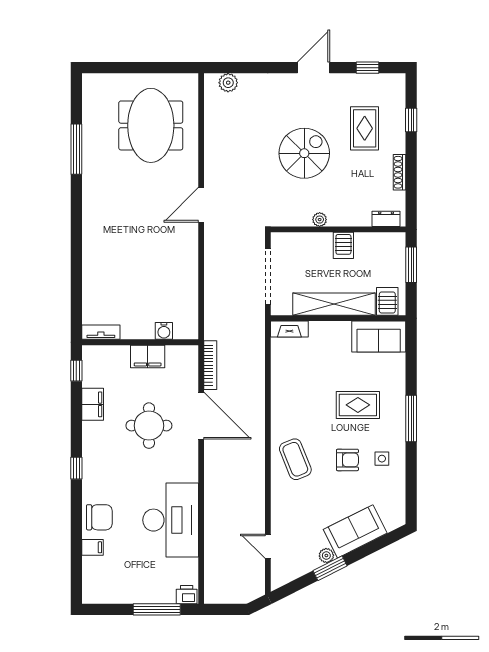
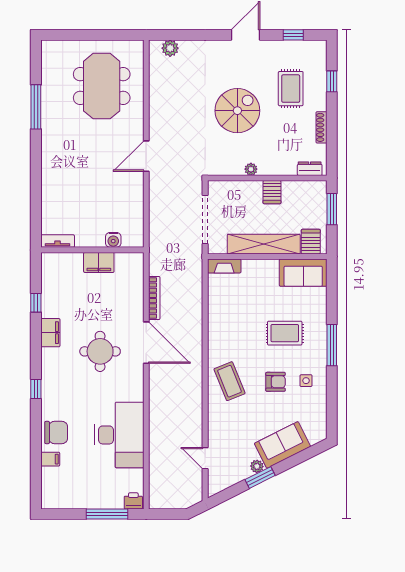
water cooler: (164, 331) -> (113, 240), moved
tv unit: (101, 332) -> (58, 241), moved
wall: (140, 342) -> (92, 250), moved
filing cabinet: (148, 356) -> (99, 262), moved

